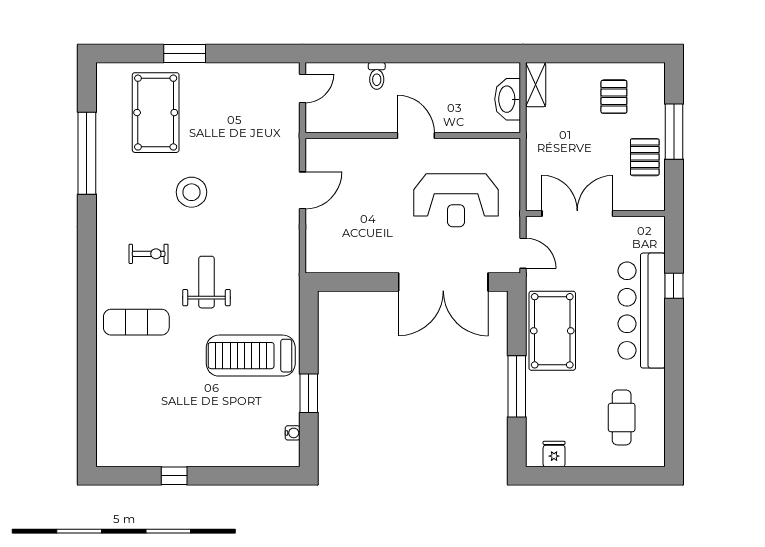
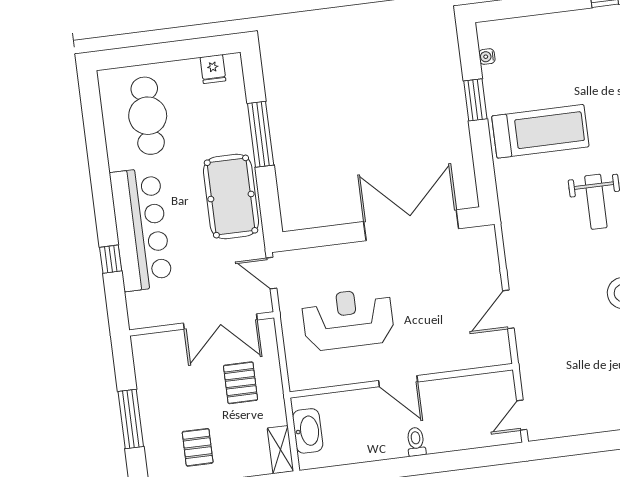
toilet: (377, 76) -> (416, 442), moved
pallet: (645, 157) -> (241, 383), moved
double door: (443, 282) -> (411, 225), moved
cafe table: (622, 417) -> (148, 116), width x1.37, depth x1.35

